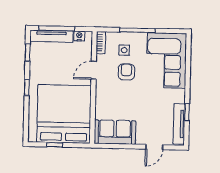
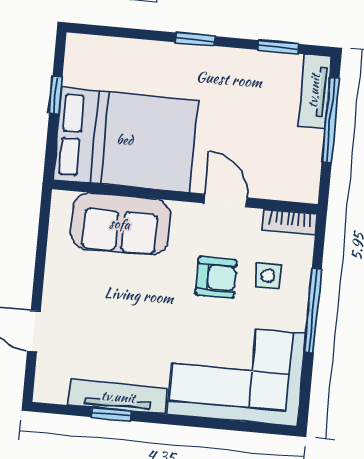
tv unit: (51, 36) -> (314, 91), width x0.71
nightstand: (79, 36) -> (309, 172), removed
bed: (64, 114) -> (125, 140), width x0.73
tv unit: (179, 124) -> (118, 397), moved
sofa: (115, 132) -> (120, 224), moved, turned 90

